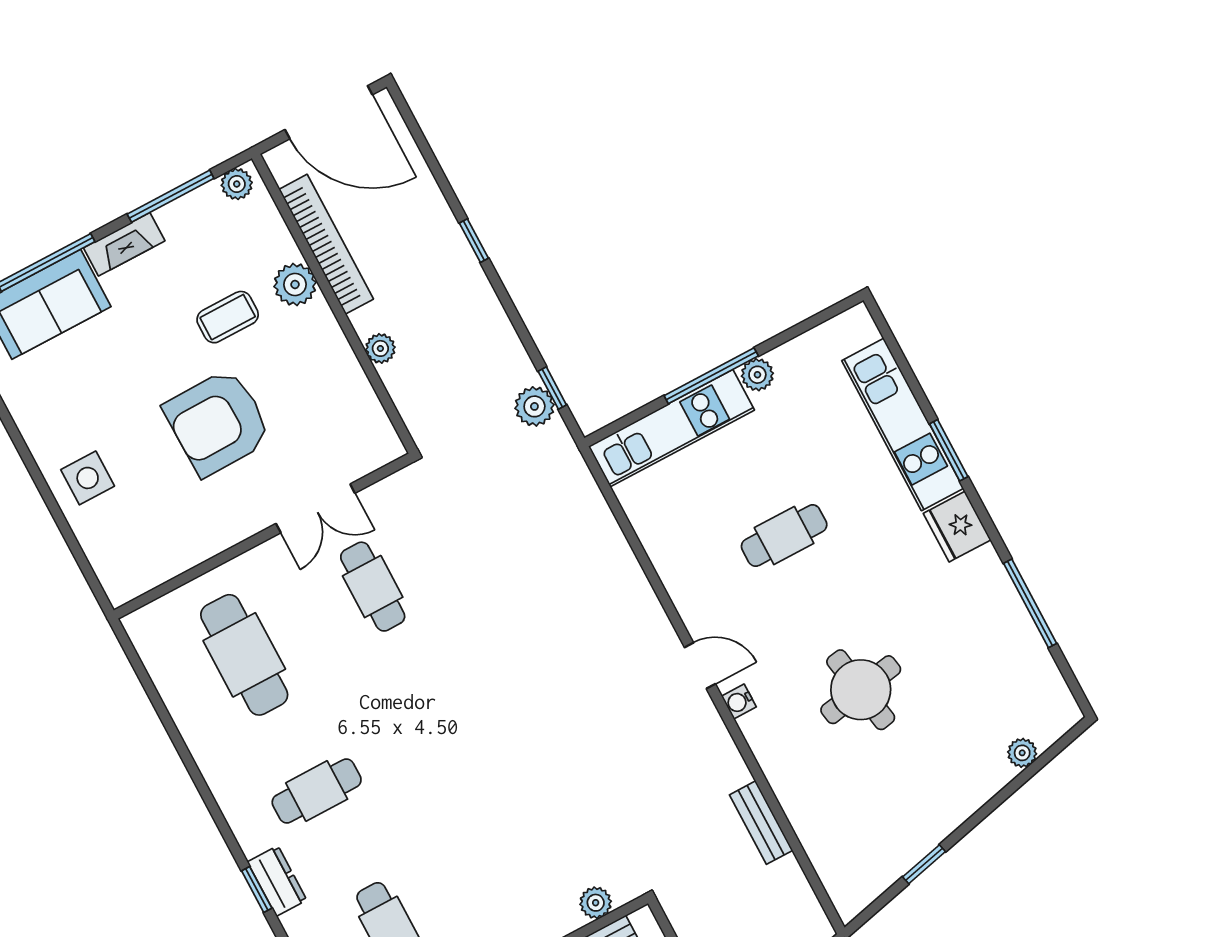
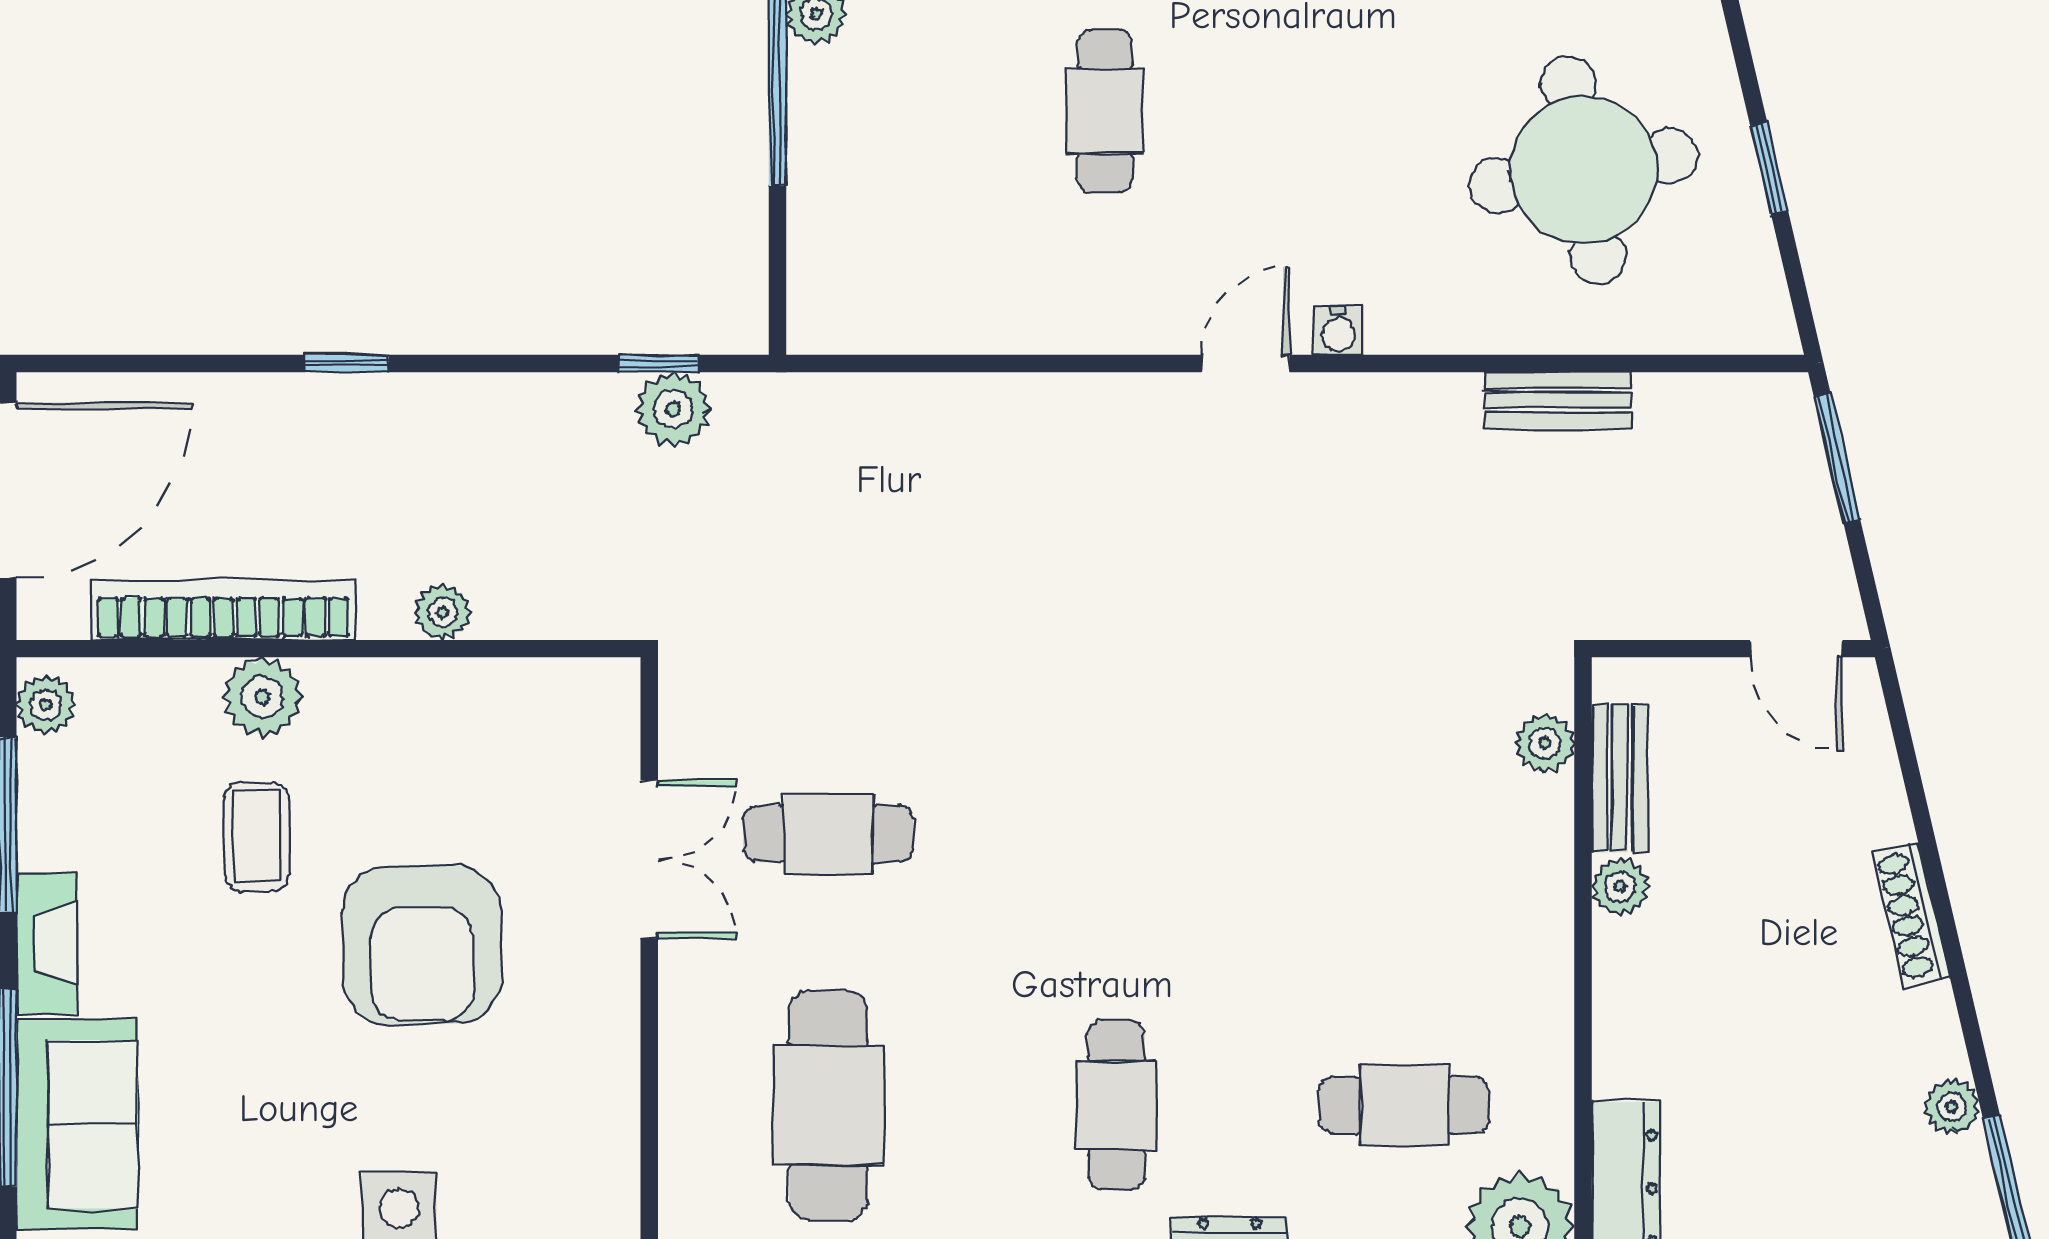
kitchen unit: (671, 428) -> (829, 202), removed
cafe table: (244, 655) -> (828, 1105), turned 90
round table: (861, 690) -> (1583, 170), moved, width x1.36, depth x1.36

